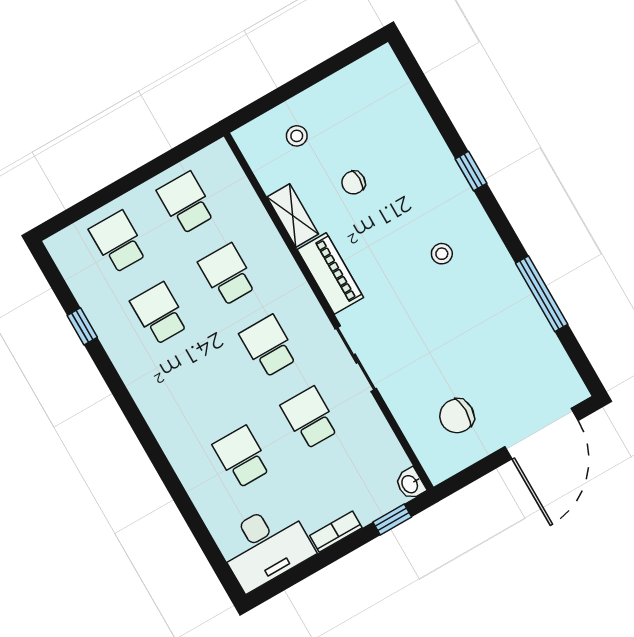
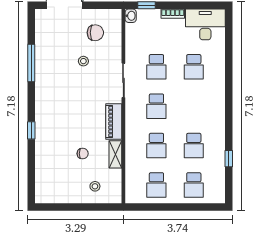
stool: (442, 254) -> (83, 61), moved

